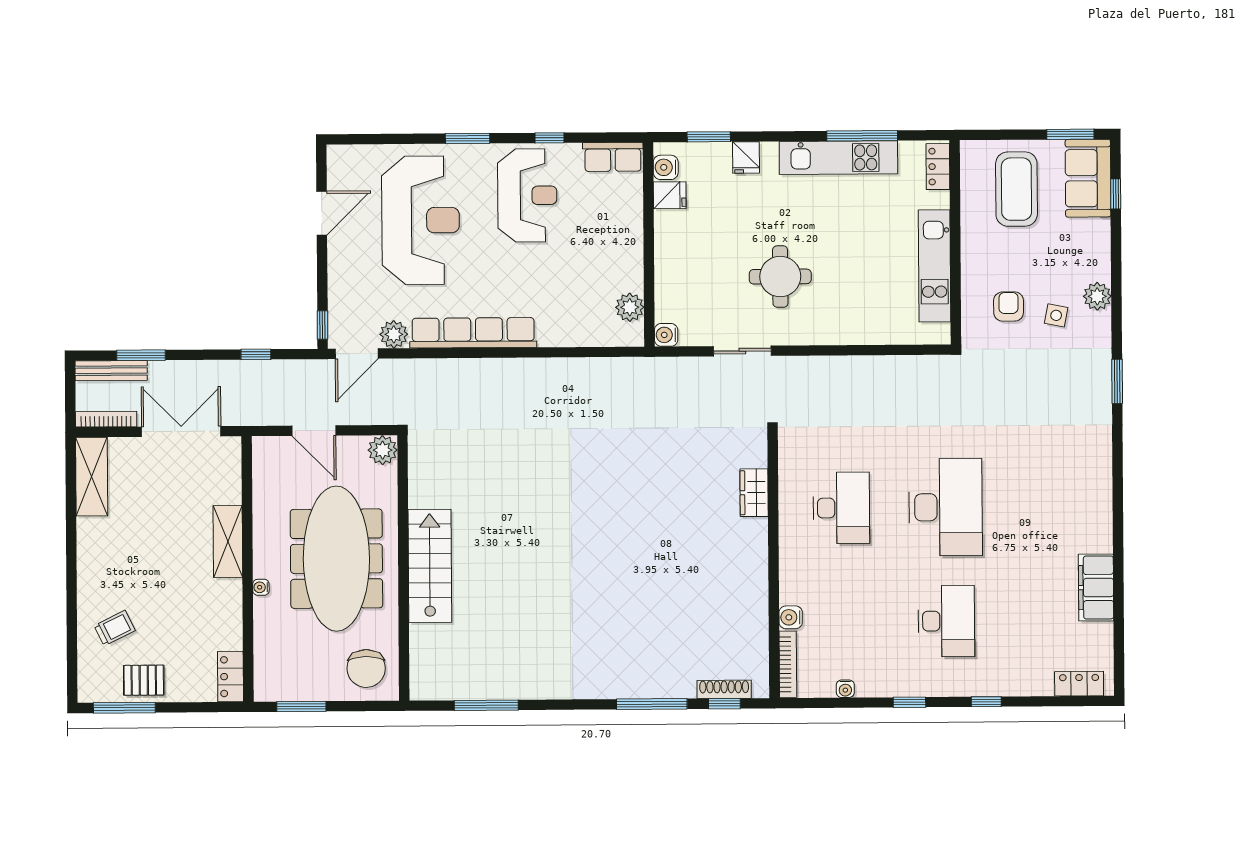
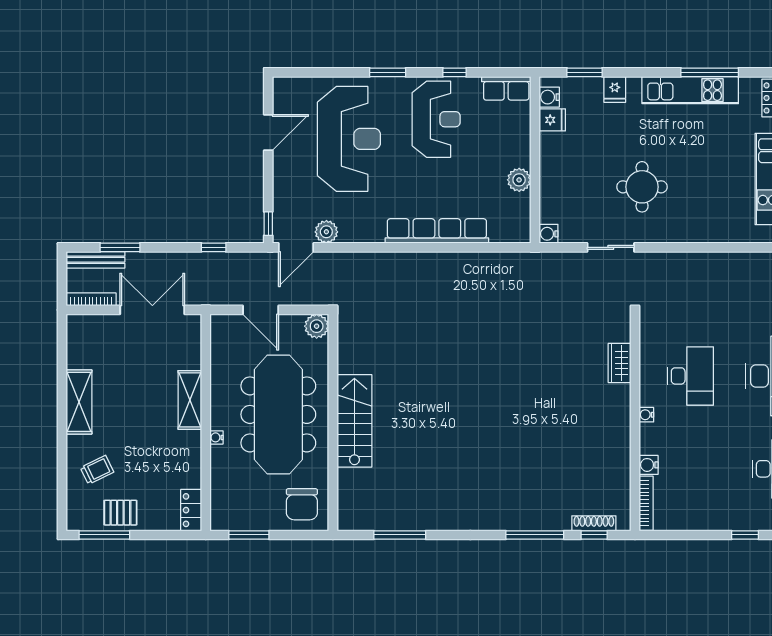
plant: (630, 307) -> (519, 180), moved
row of seats: (473, 333) -> (437, 231), moved
shelving: (92, 477) -> (79, 402), moved
water cooler: (845, 689) -> (646, 415), moved, turned 90

